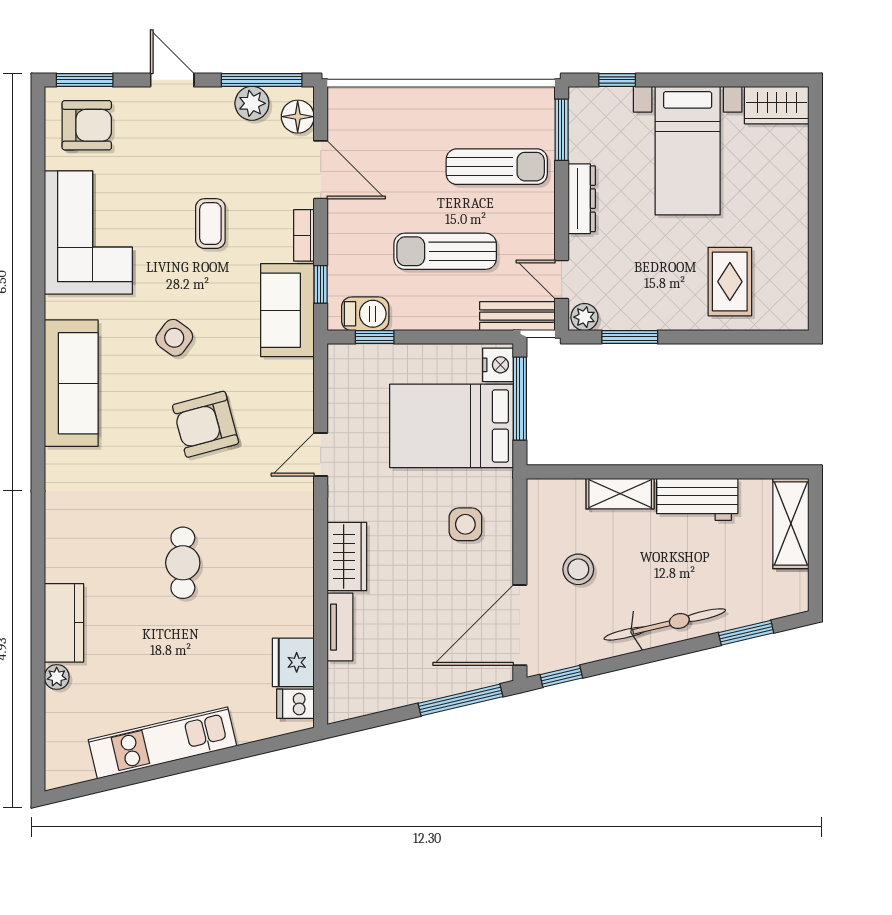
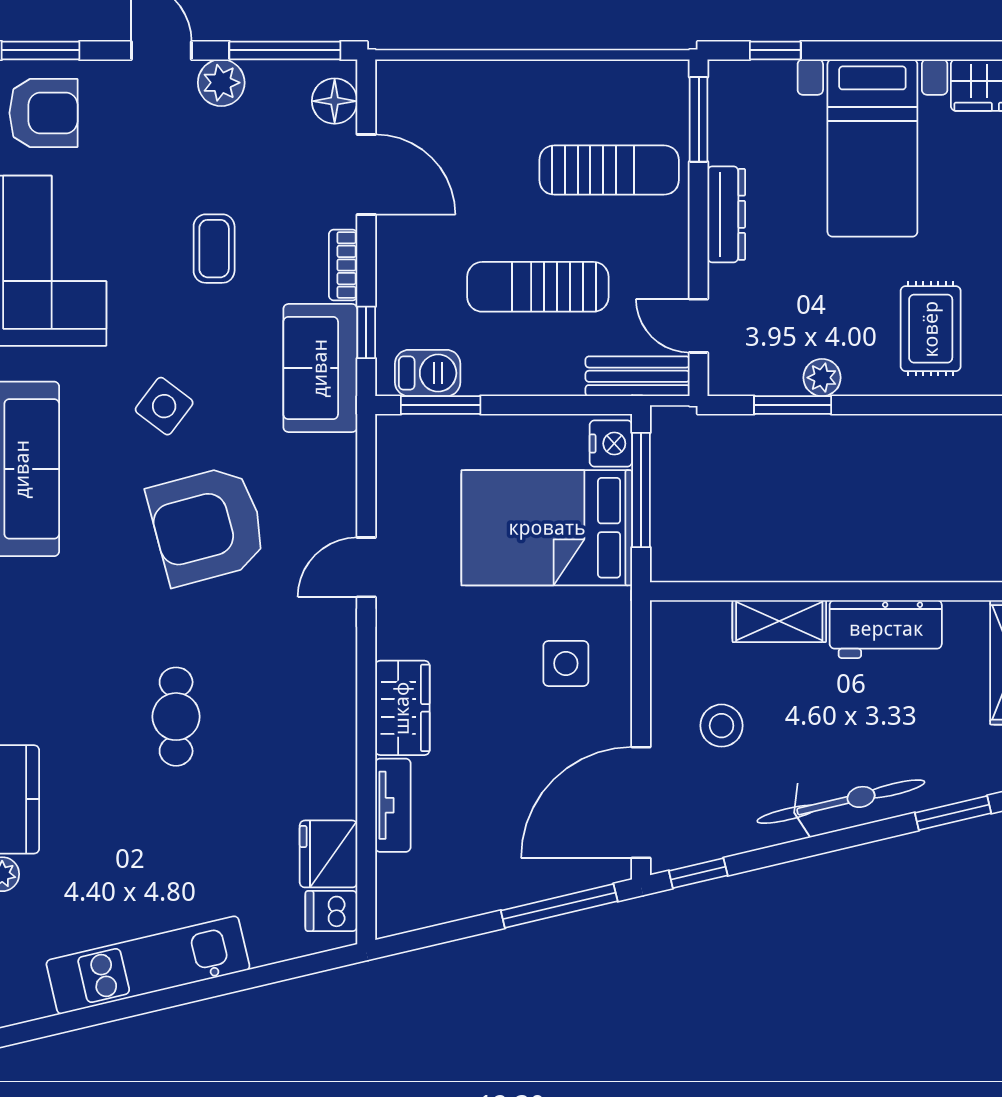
plant: (252, 103) -> (221, 83), moved
plant: (584, 317) -> (822, 378), moved
window: (375, 337) -> (441, 405), width x1.50
armchair: (206, 424) -> (207, 525), width x1.36, depth x1.36

